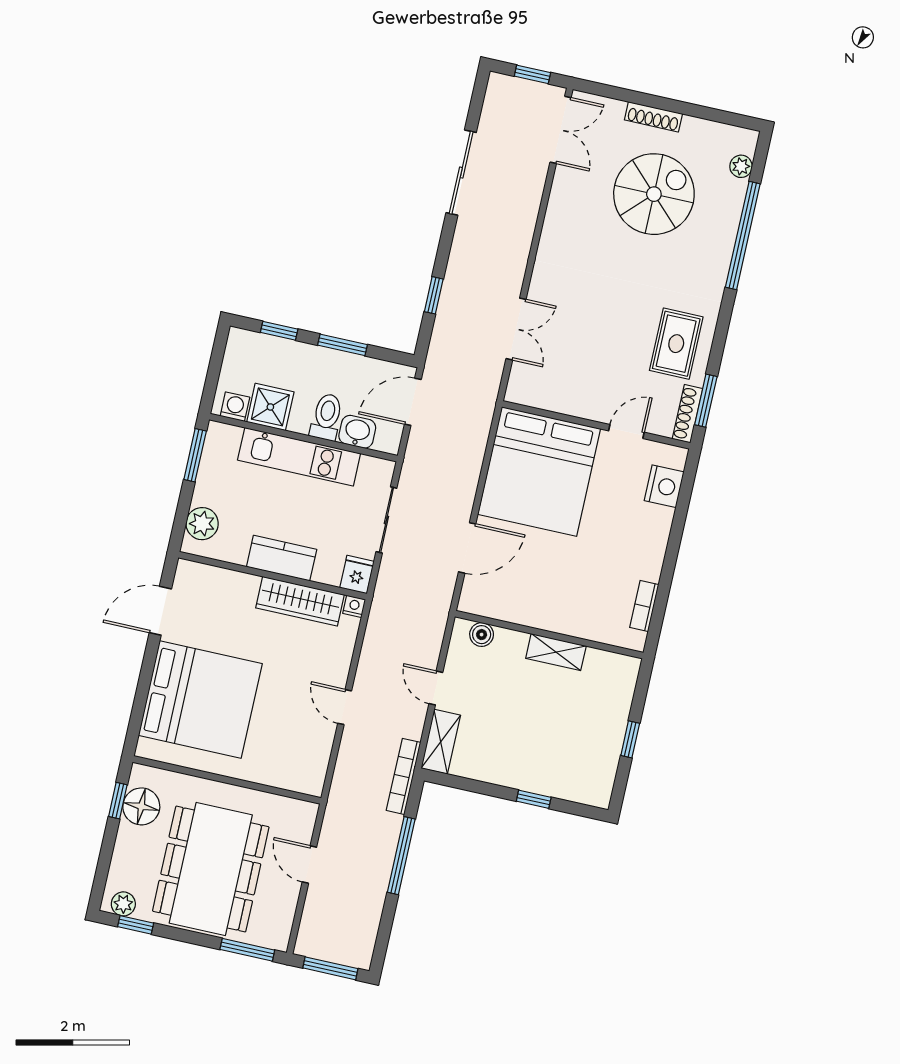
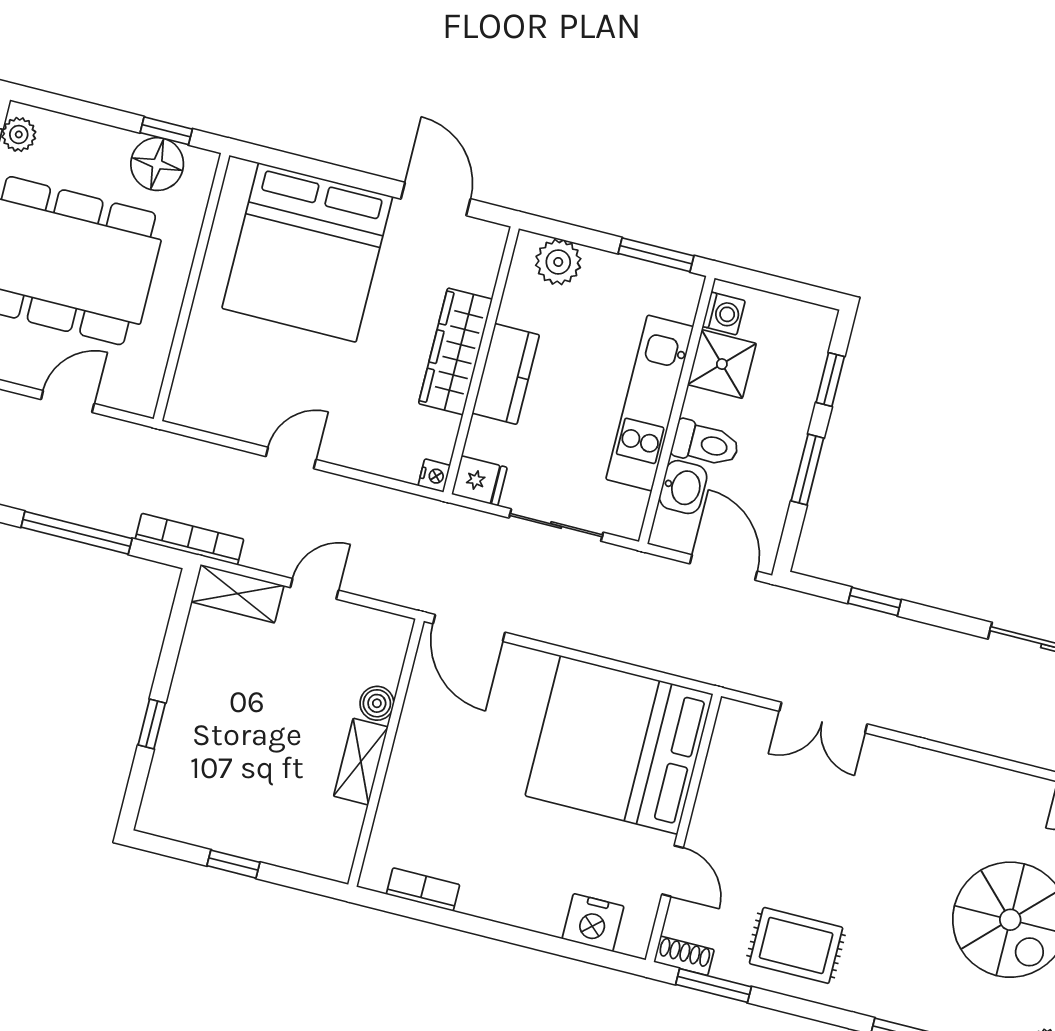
shoe rack: (687, 414) -> (684, 956), width x0.70
door: (467, 548) -> (469, 628), moved
wardrobe: (300, 601) -> (455, 351), moved
boiler: (482, 635) -> (377, 703), moved

